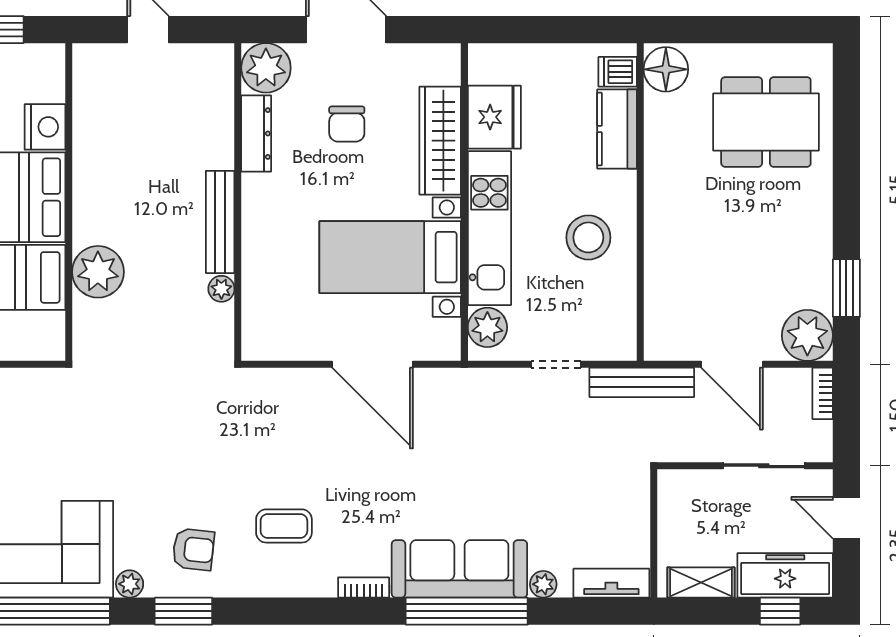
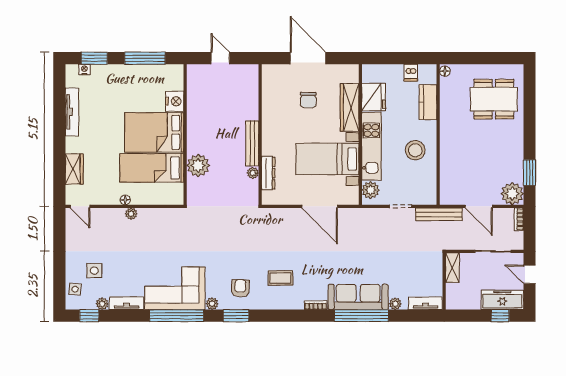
plant: (266, 68) -> (273, 75), removed
floor lamp: (666, 69) -> (445, 71), width x0.53, depth x0.53
dishwasher: (618, 72) -> (411, 73), moved, turned -90
dresser: (256, 133) -> (268, 173), moved
armchair: (193, 549) -> (240, 288), turned -94
shelving: (701, 582) -> (452, 268), moved, turned 90

